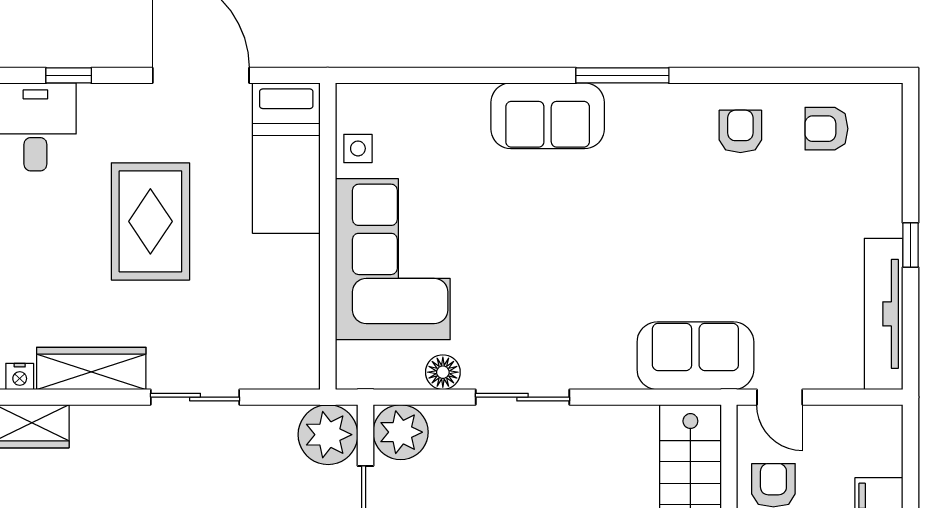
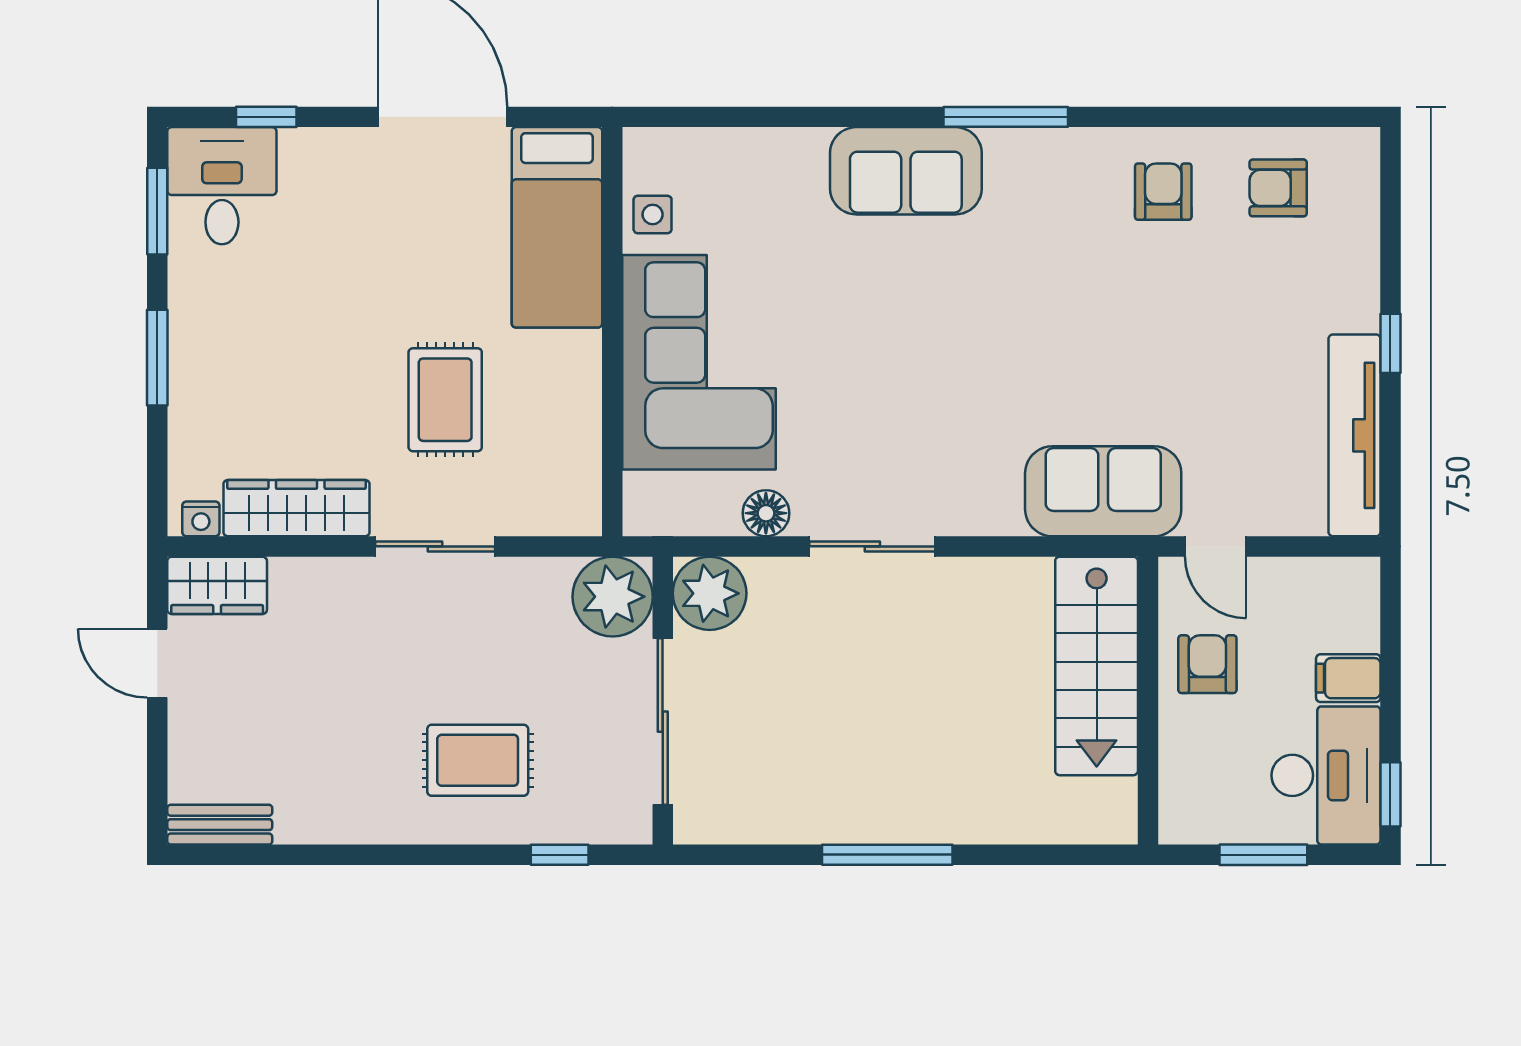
rug: (150, 221) -> (445, 400), moved, width x0.73, depth x0.70

